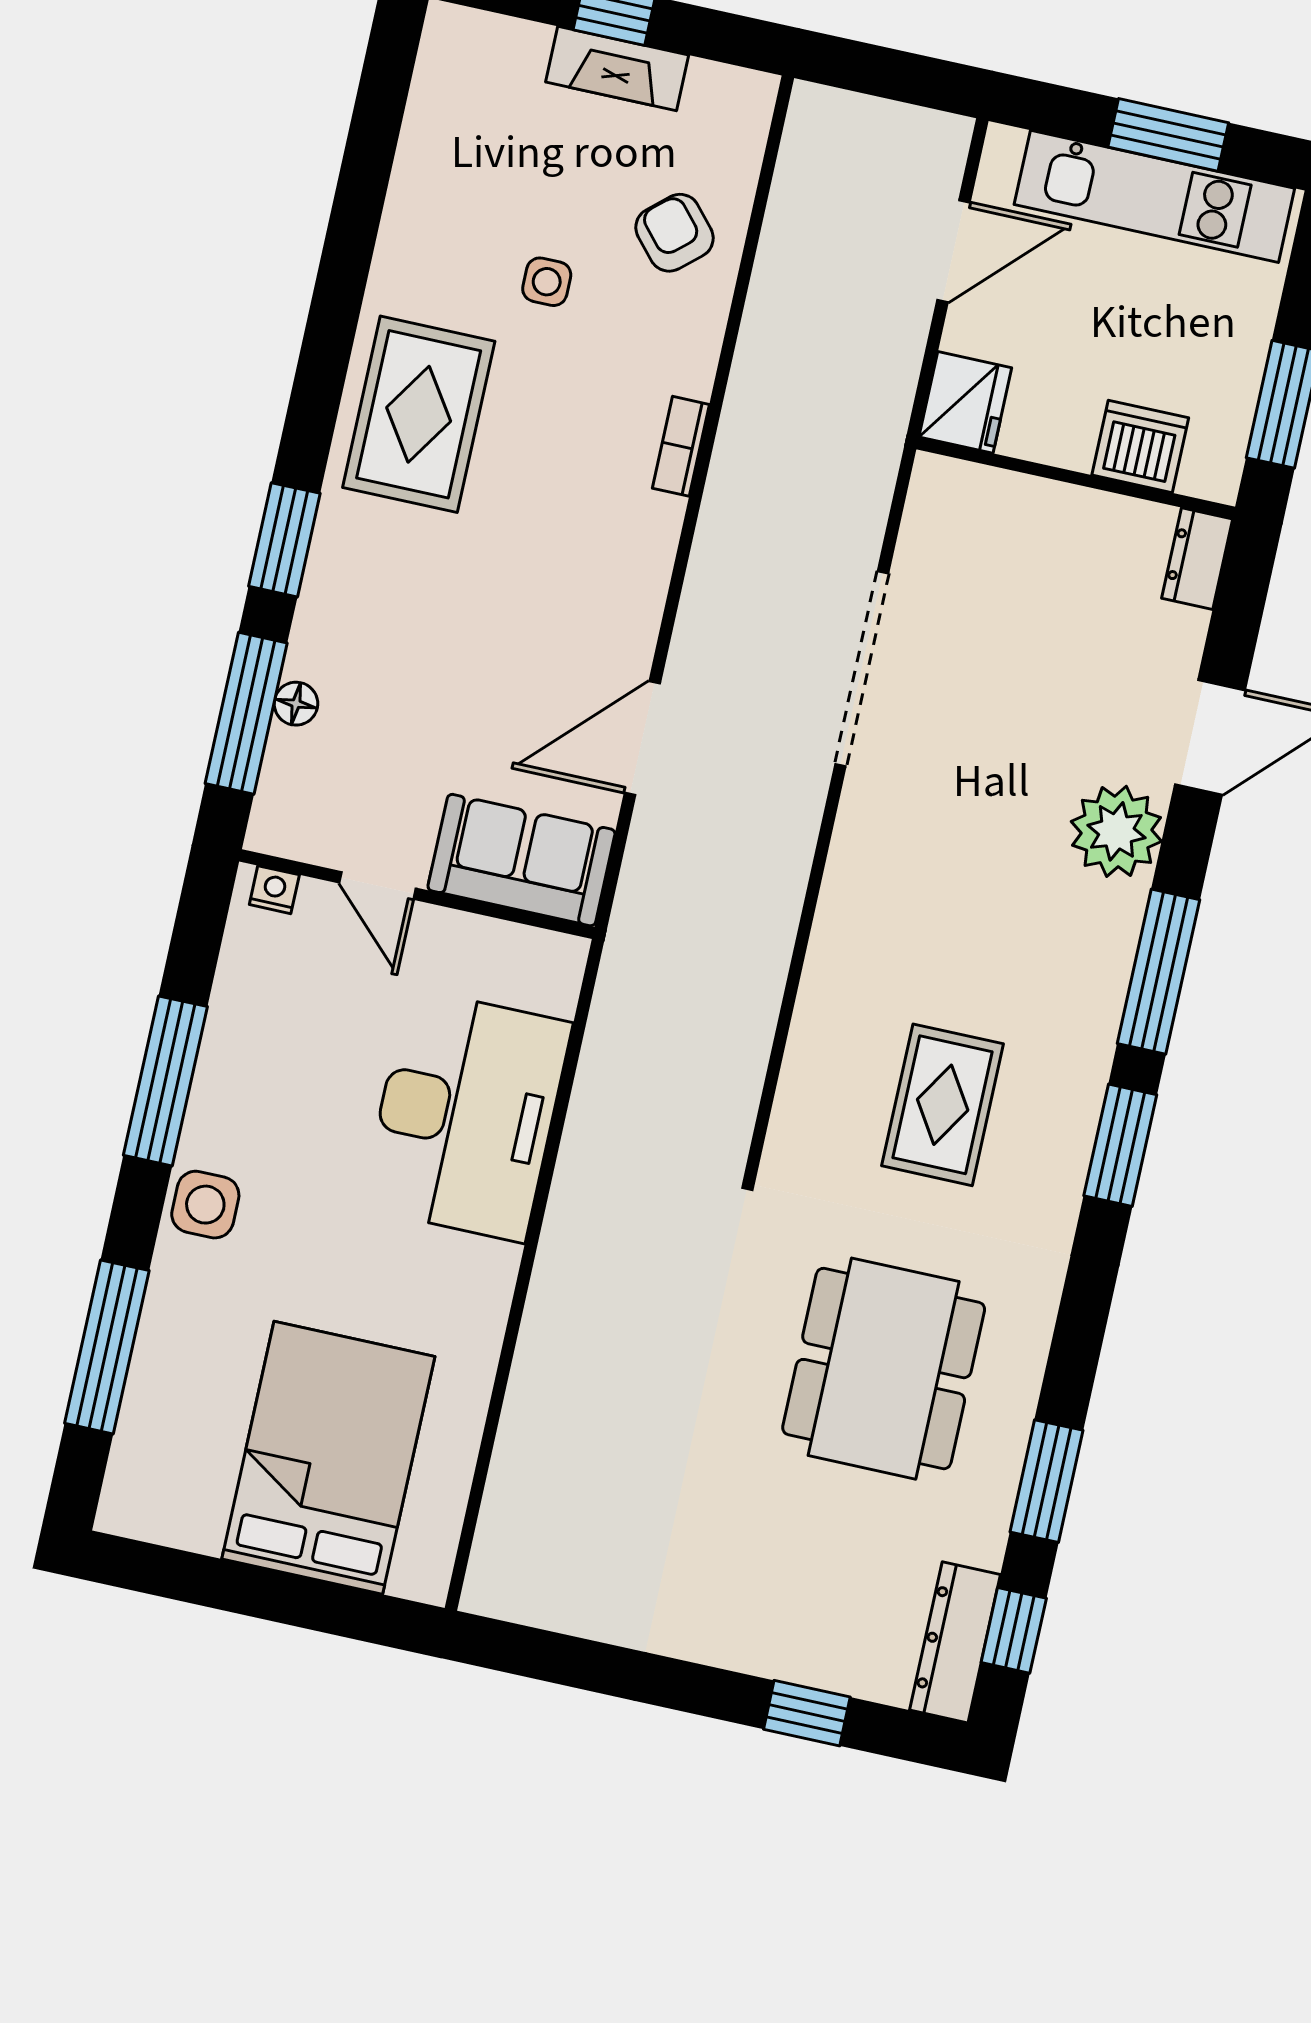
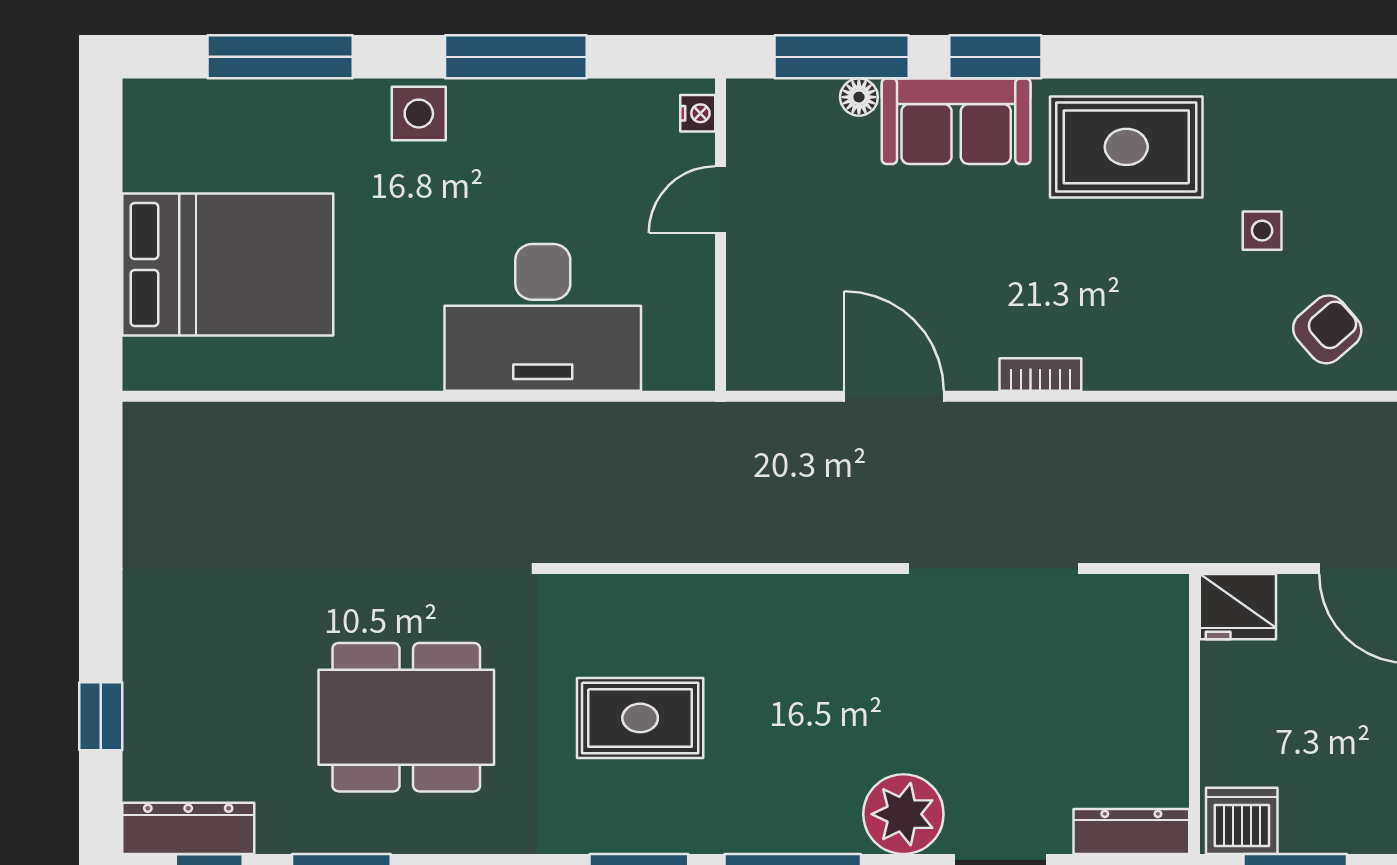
bookcase: (681, 446) -> (1040, 374), moved
dishwasher: (1140, 446) -> (1242, 821), moved, turned -90
dresser: (1197, 559) -> (1131, 832), width x1.44
sofa: (521, 860) -> (956, 121), moved, turned 90

